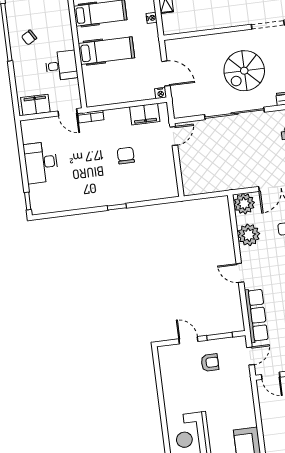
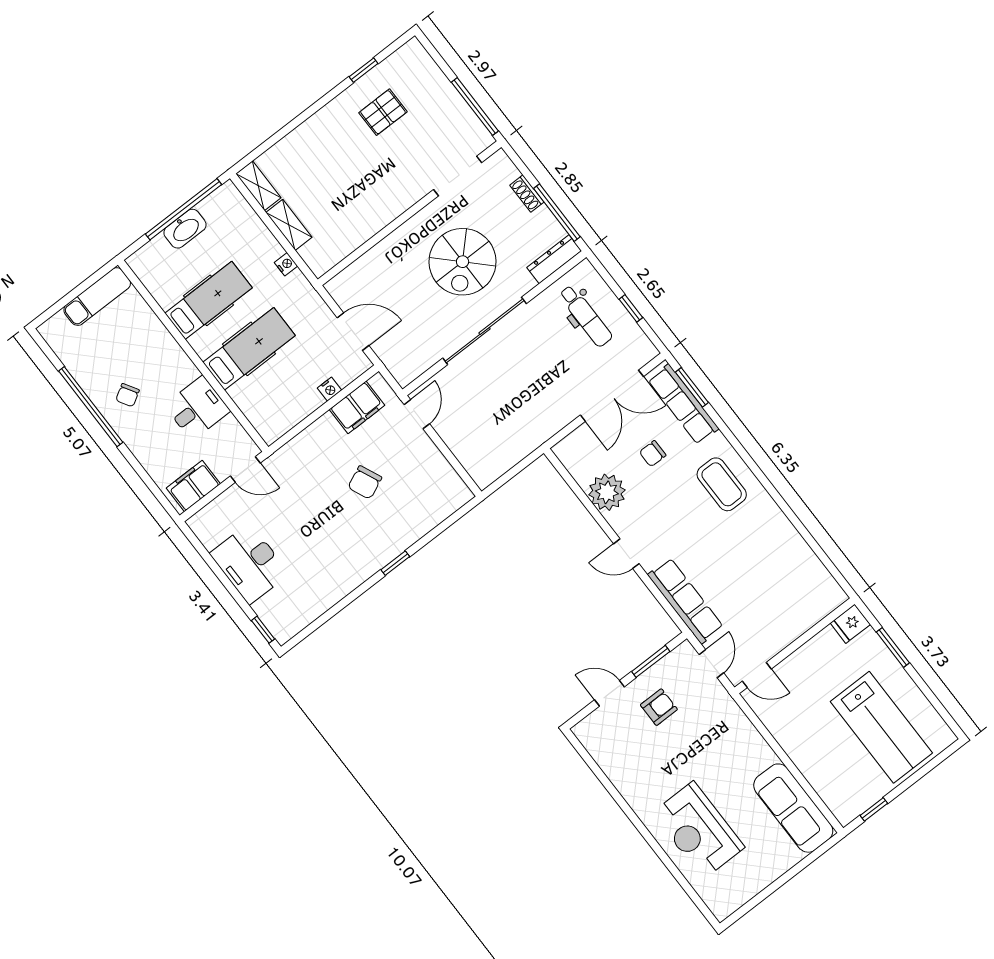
nightstand: (161, 93) -> (329, 389), moved
bookcase: (91, 117) -> (282, 456), removed
chair: (126, 156) -> (365, 482), turned -114
plant: (244, 204) -> (574, 452), removed

